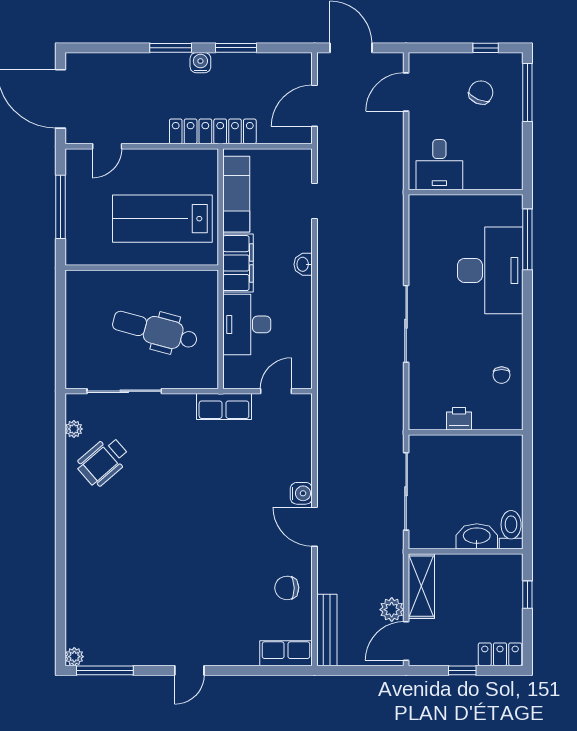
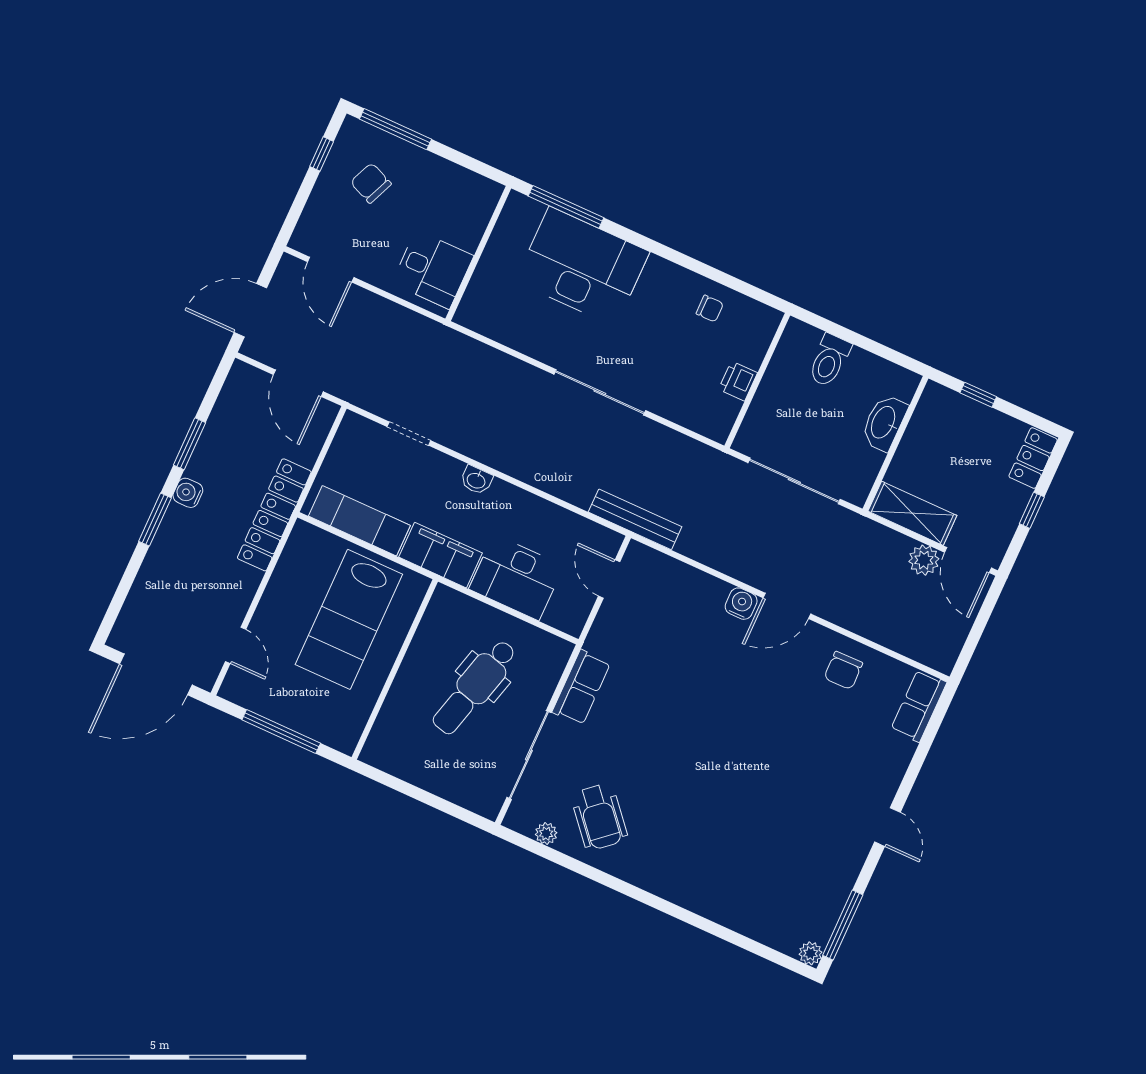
row of seats: (224, 407) -> (581, 687), moved
toilet: (511, 530) -> (829, 360), moved, turned -90
bench: (327, 630) -> (635, 519), moved

